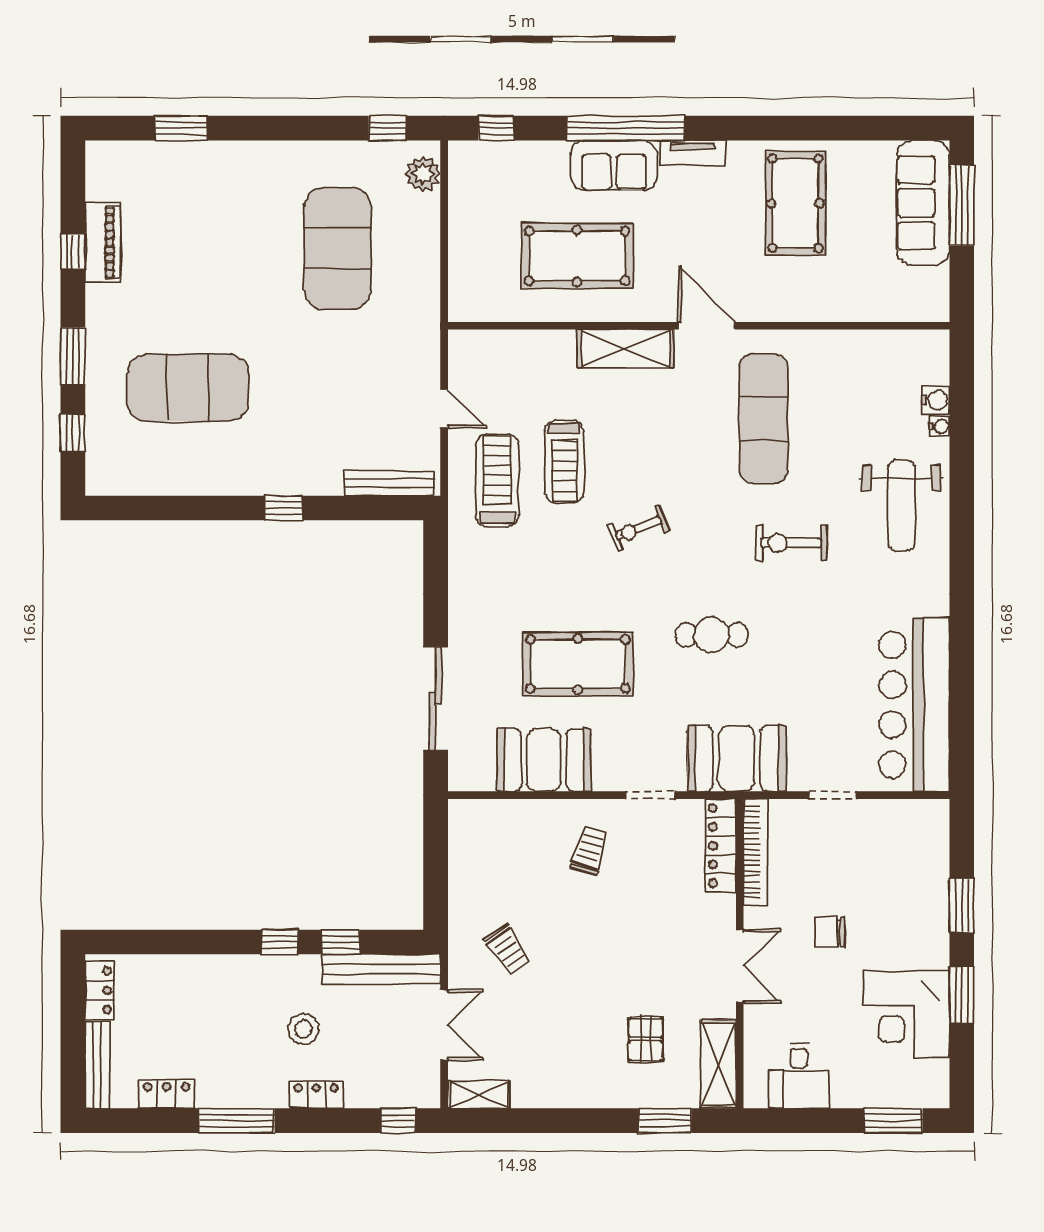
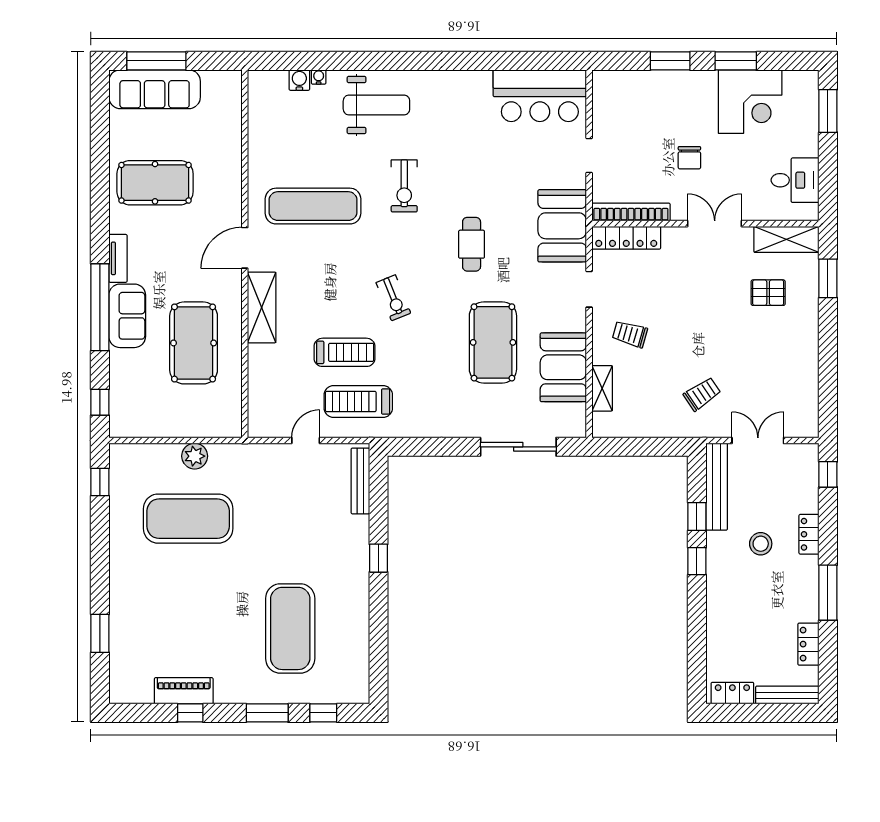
plant: (423, 174) -> (195, 456), moved
bar counter: (914, 705) -> (540, 96), width x0.73
shelving: (479, 1095) -> (602, 388), moved

